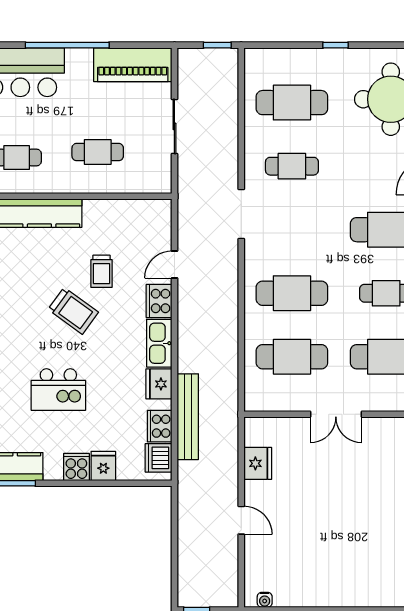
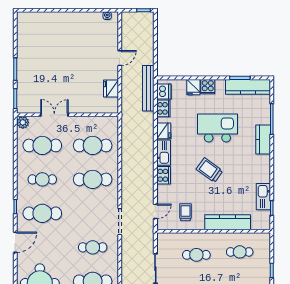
door: (174, 265) -> (155, 211), moved
trolley: (101, 271) -> (185, 212), moved
kitchen island: (58, 390) -> (217, 128), width x1.37, depth x1.28
double door: (336, 414) -> (54, 115), moved
bench: (188, 417) -> (148, 88), moved
door: (241, 520) -> (120, 58), swing flipped

